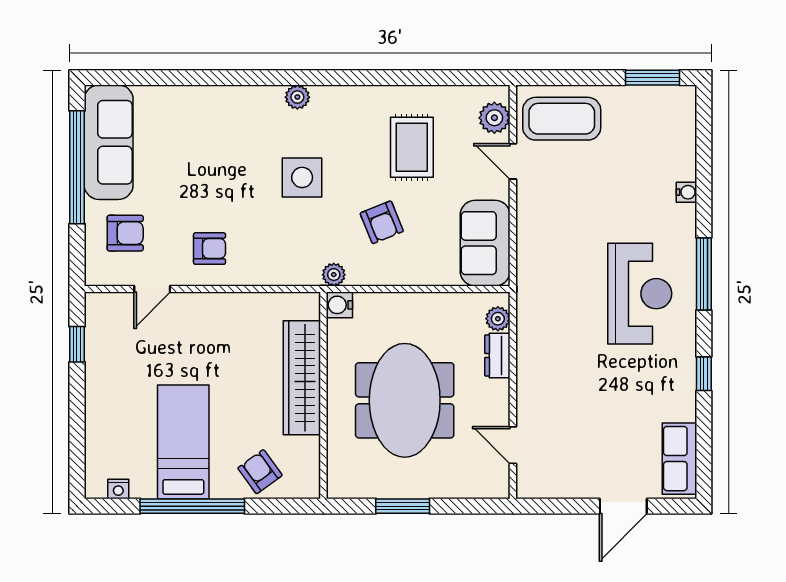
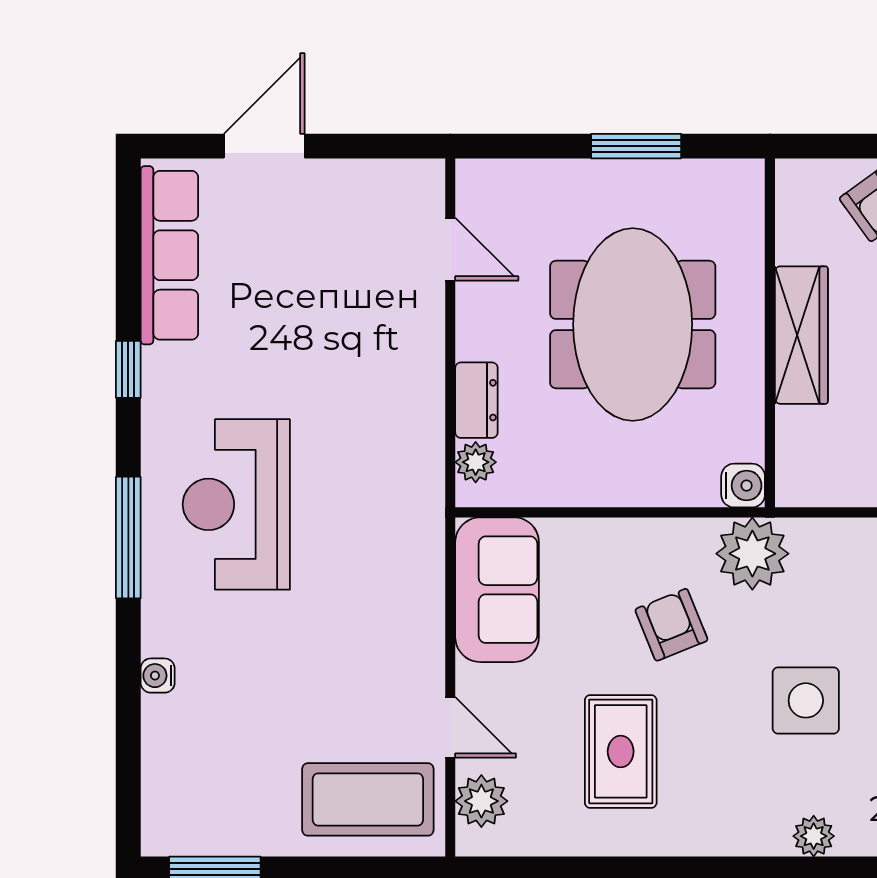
plant: (334, 275) -> (752, 554), width x1.88, depth x1.88
wardrobe: (302, 378) -> (801, 335), width x0.71, depth x0.85
row of seats: (679, 459) -> (169, 255), width x1.48

